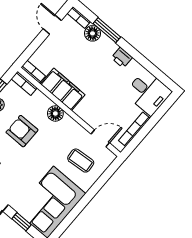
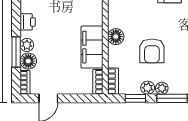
plant: (105, 42) -> (27, 45), added

